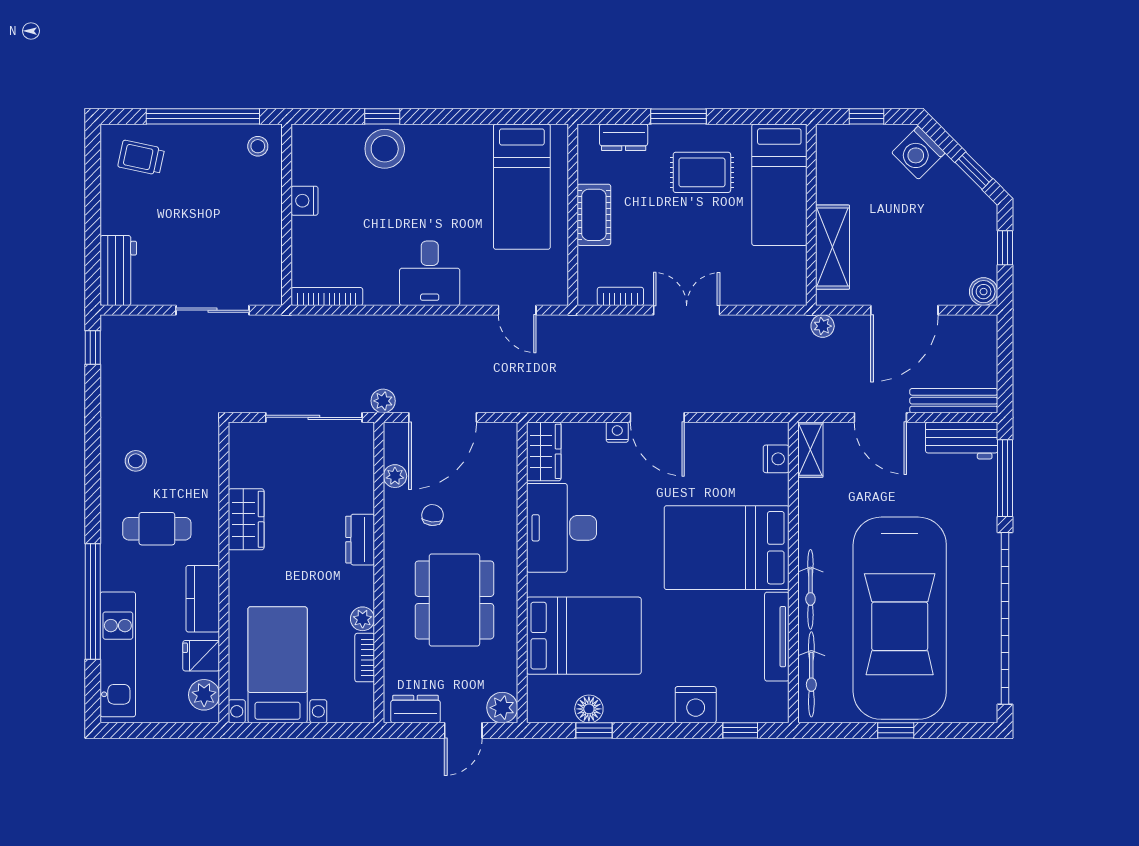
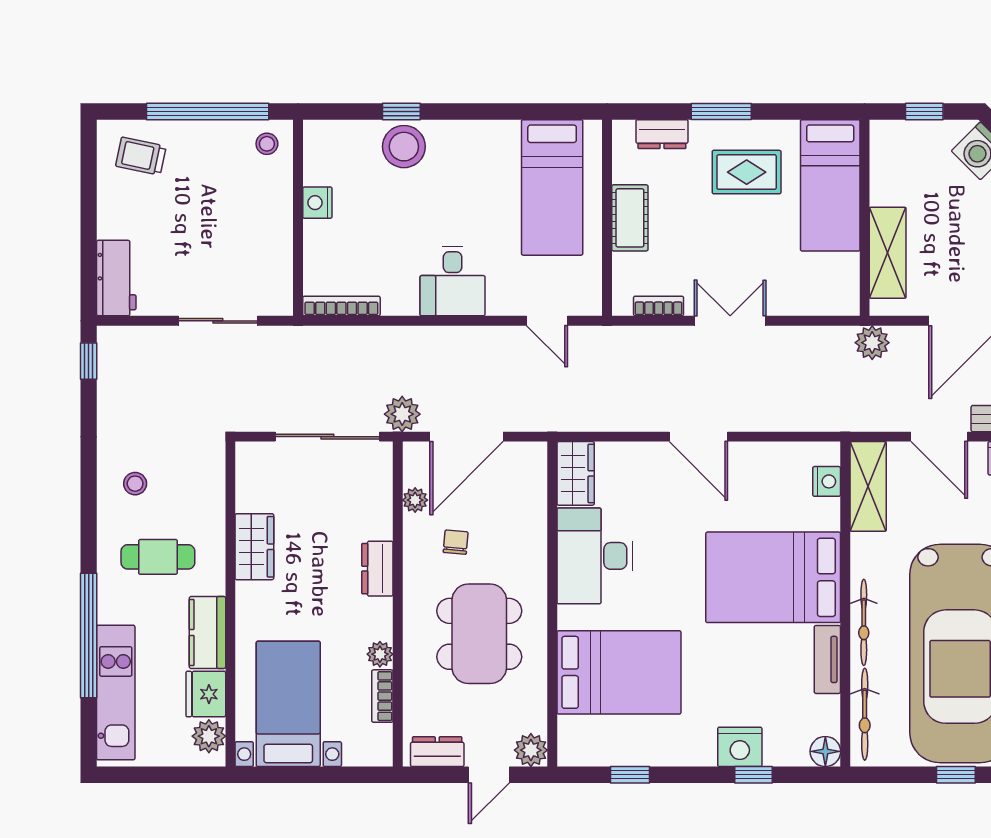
plant: (823, 326) -> (872, 343), width x1.38, depth x1.38
plant: (383, 401) -> (402, 414), width x1.38, depth x1.38
nightstand: (617, 432) -> (655, 453), removed
shelving: (810, 450) -> (868, 486), width x1.50, depth x1.33
tv unit: (777, 637) -> (827, 659), width x0.71
fridge: (201, 656) -> (206, 694), width x1.38
floor lamp: (589, 709) -> (825, 751), moved
window: (740, 730) -> (753, 775), moved

